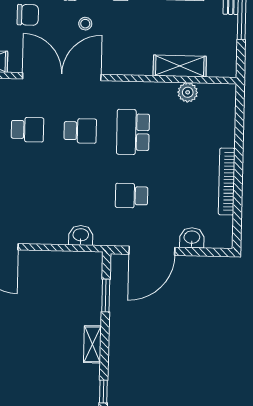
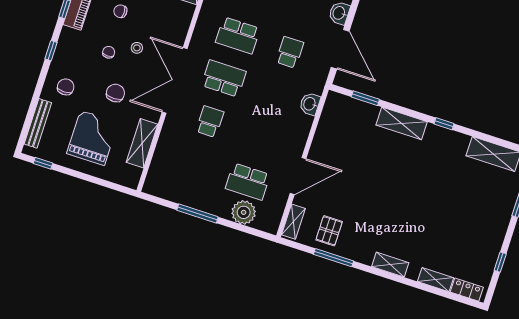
school desk: (80, 131) -> (224, 79), width x1.85
school desk: (132, 196) -> (290, 52), turned 180
shelving: (92, 344) -> (402, 123), width x1.50, depth x1.33

